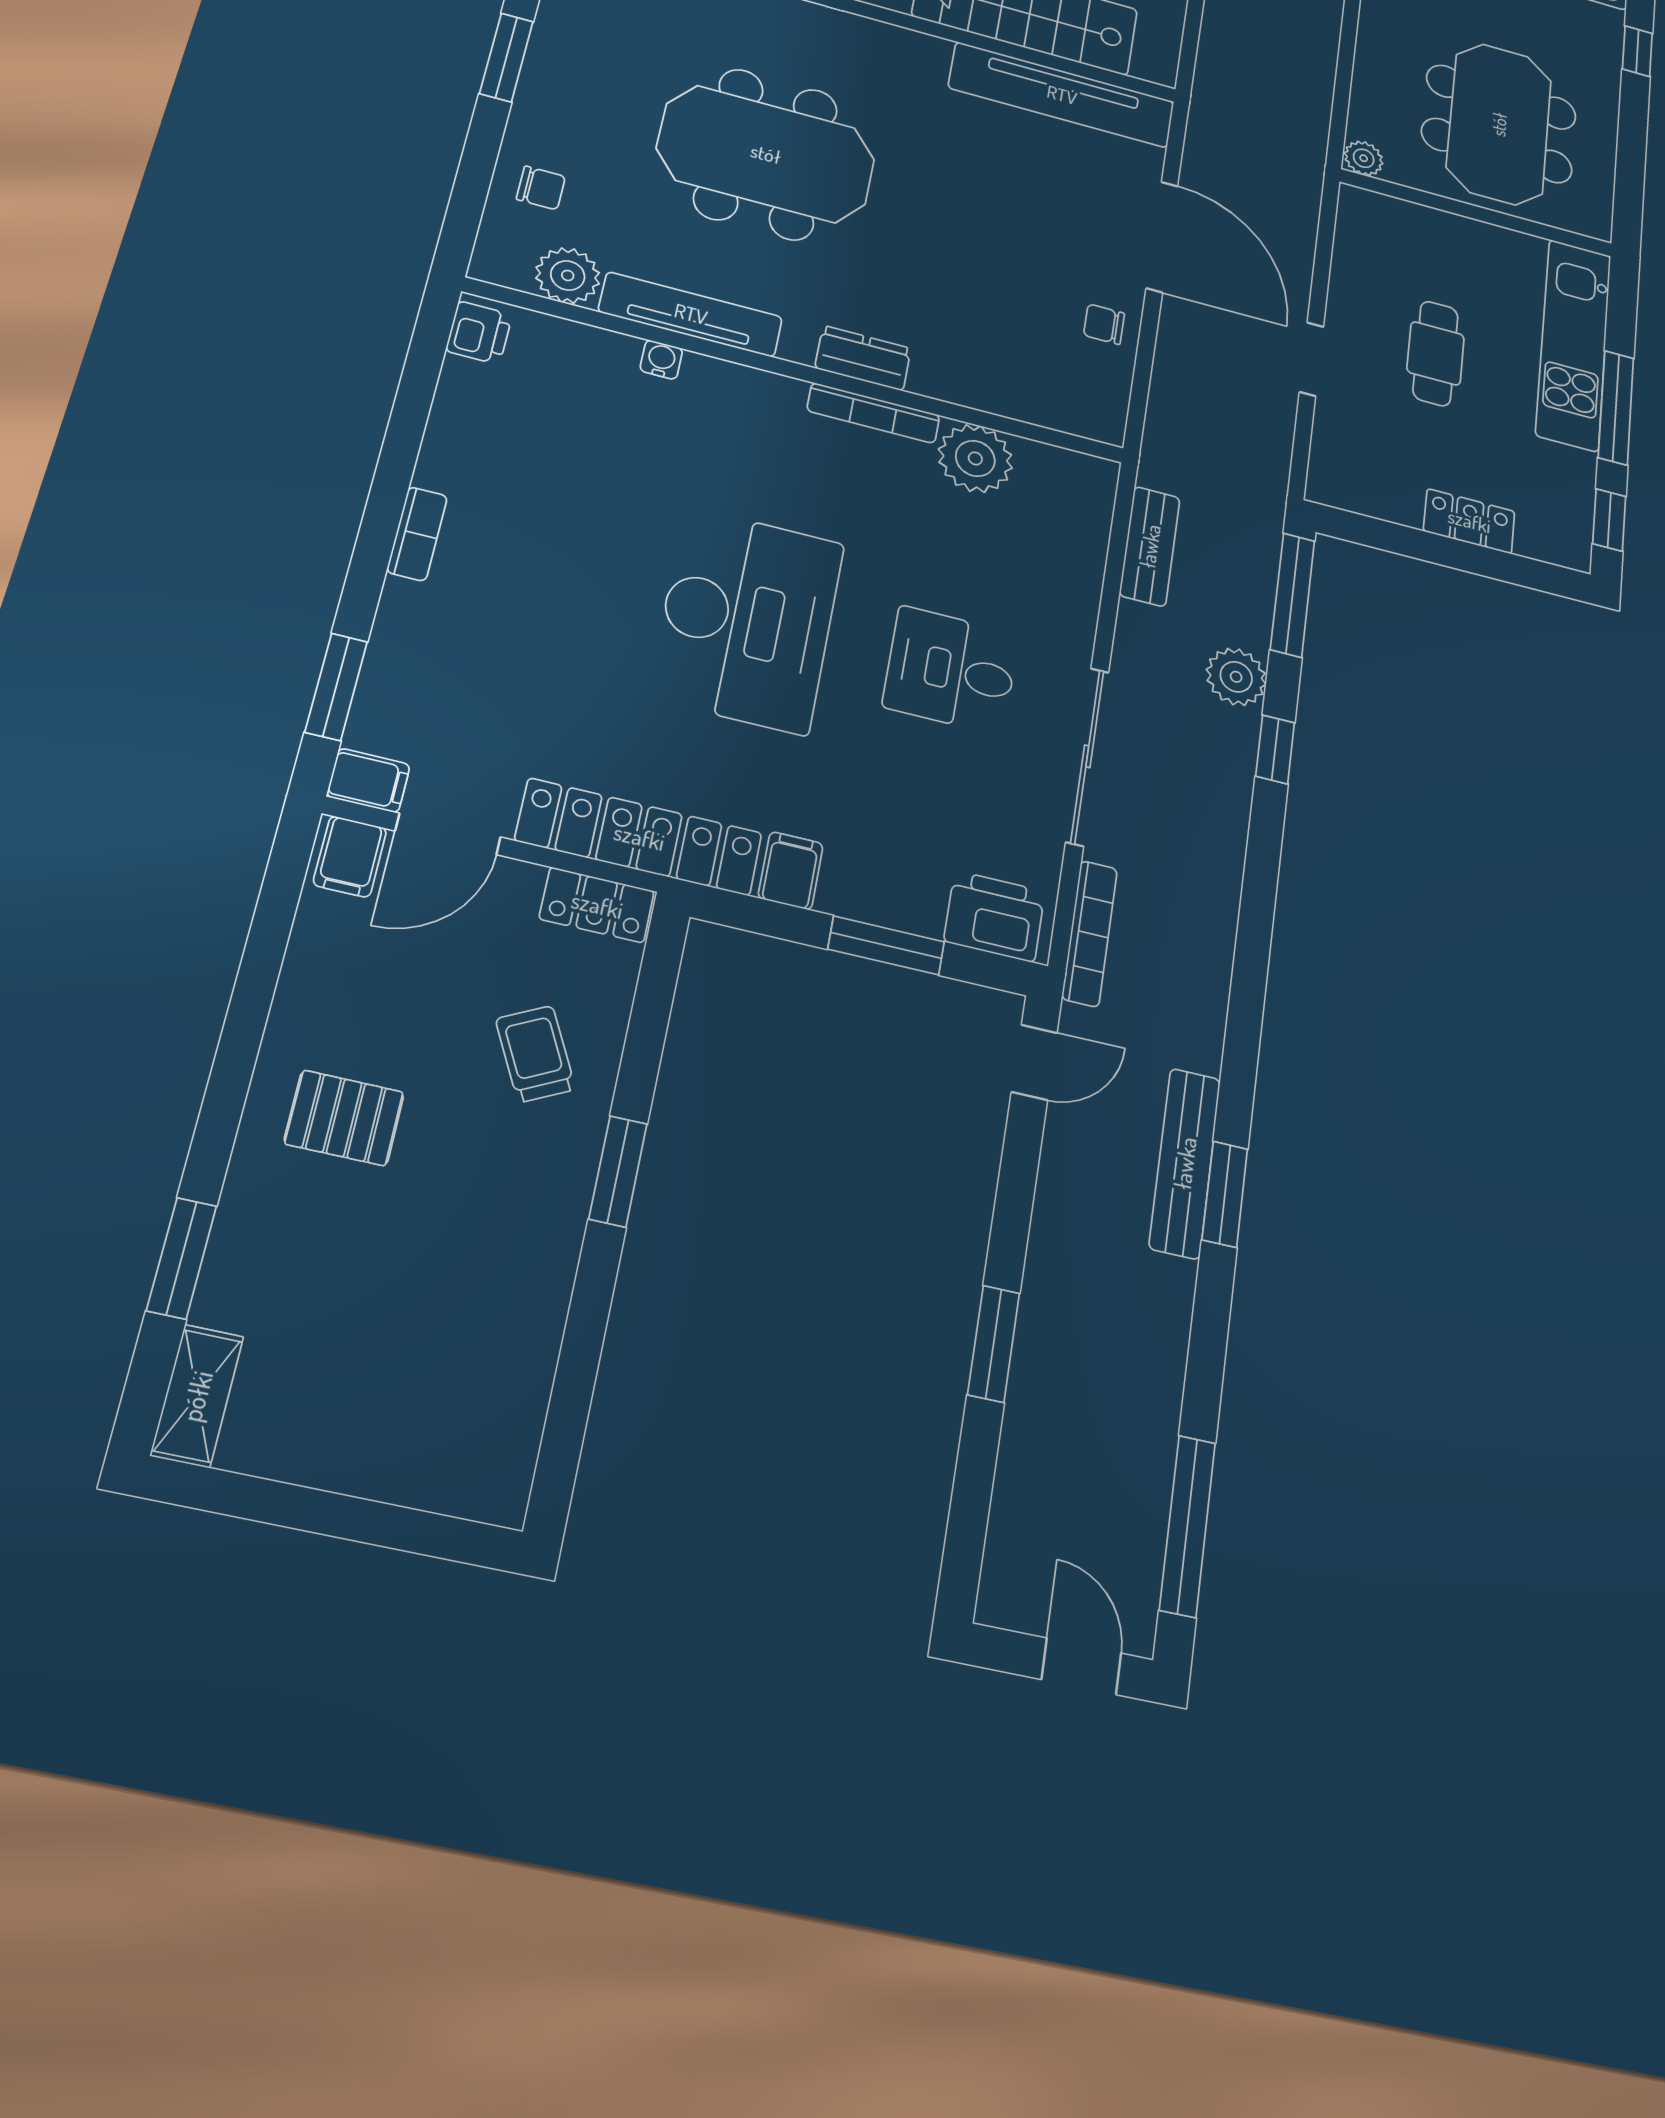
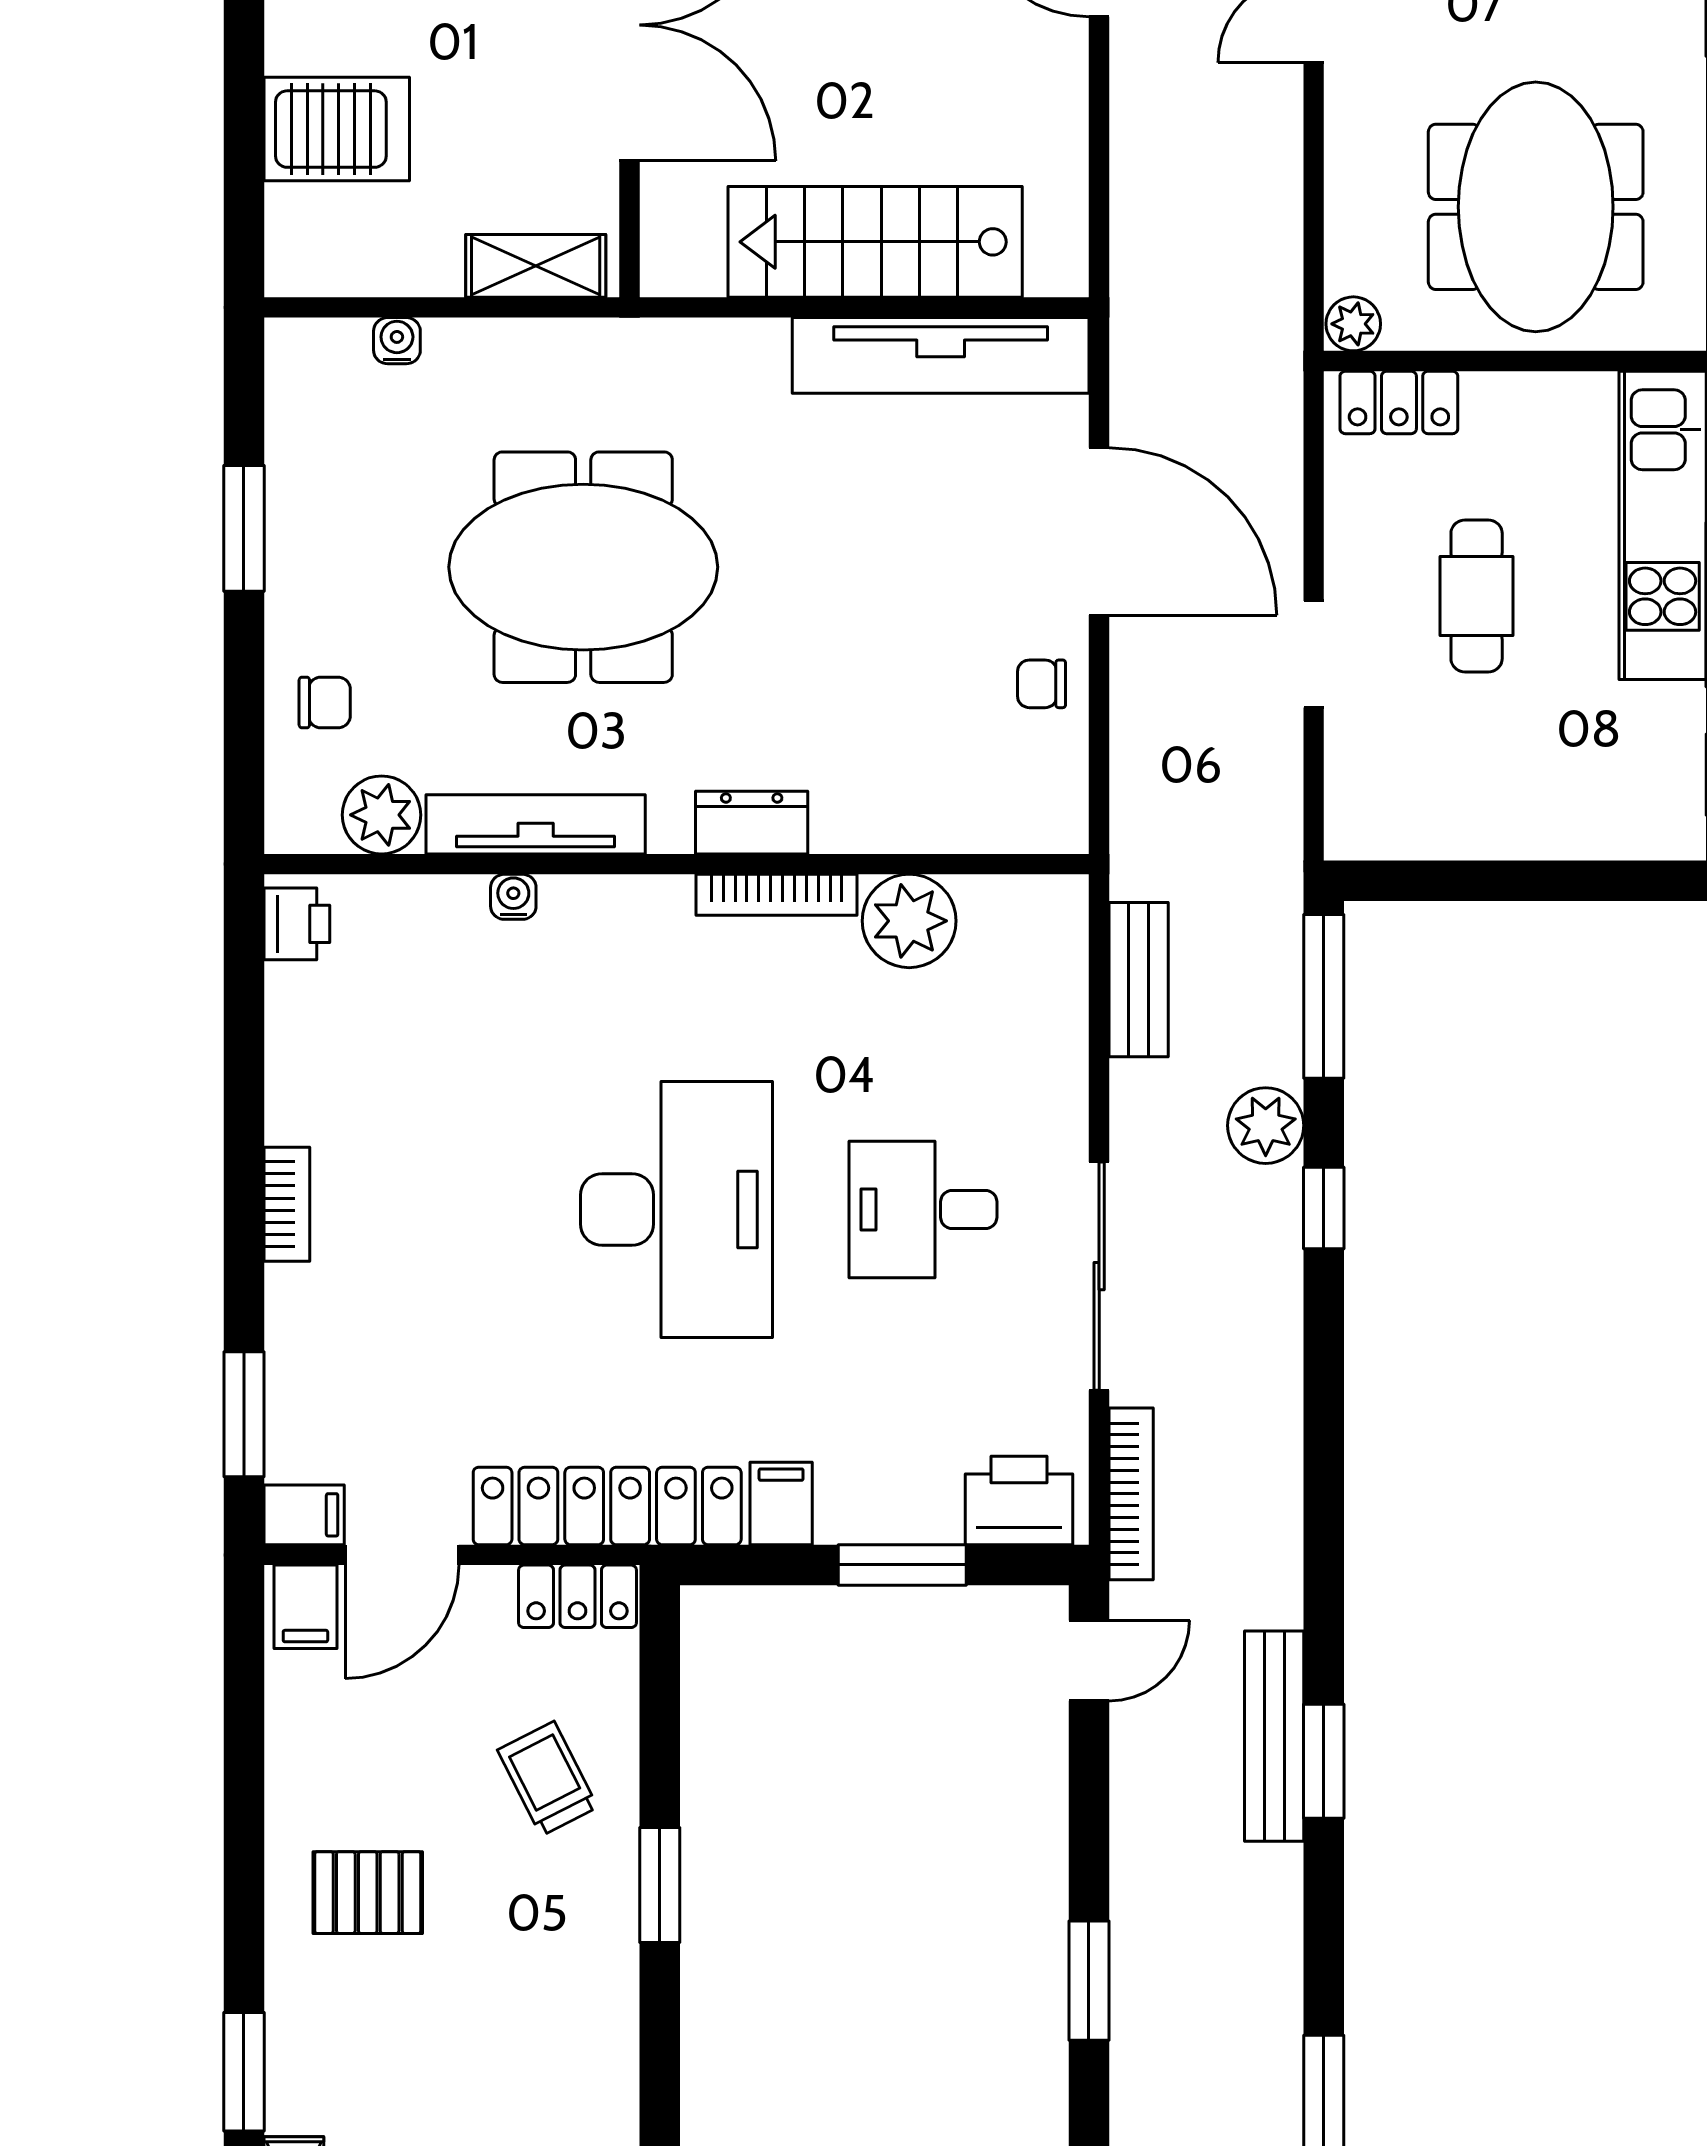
locker: (1469, 521) -> (1399, 402), moved, turned 180

